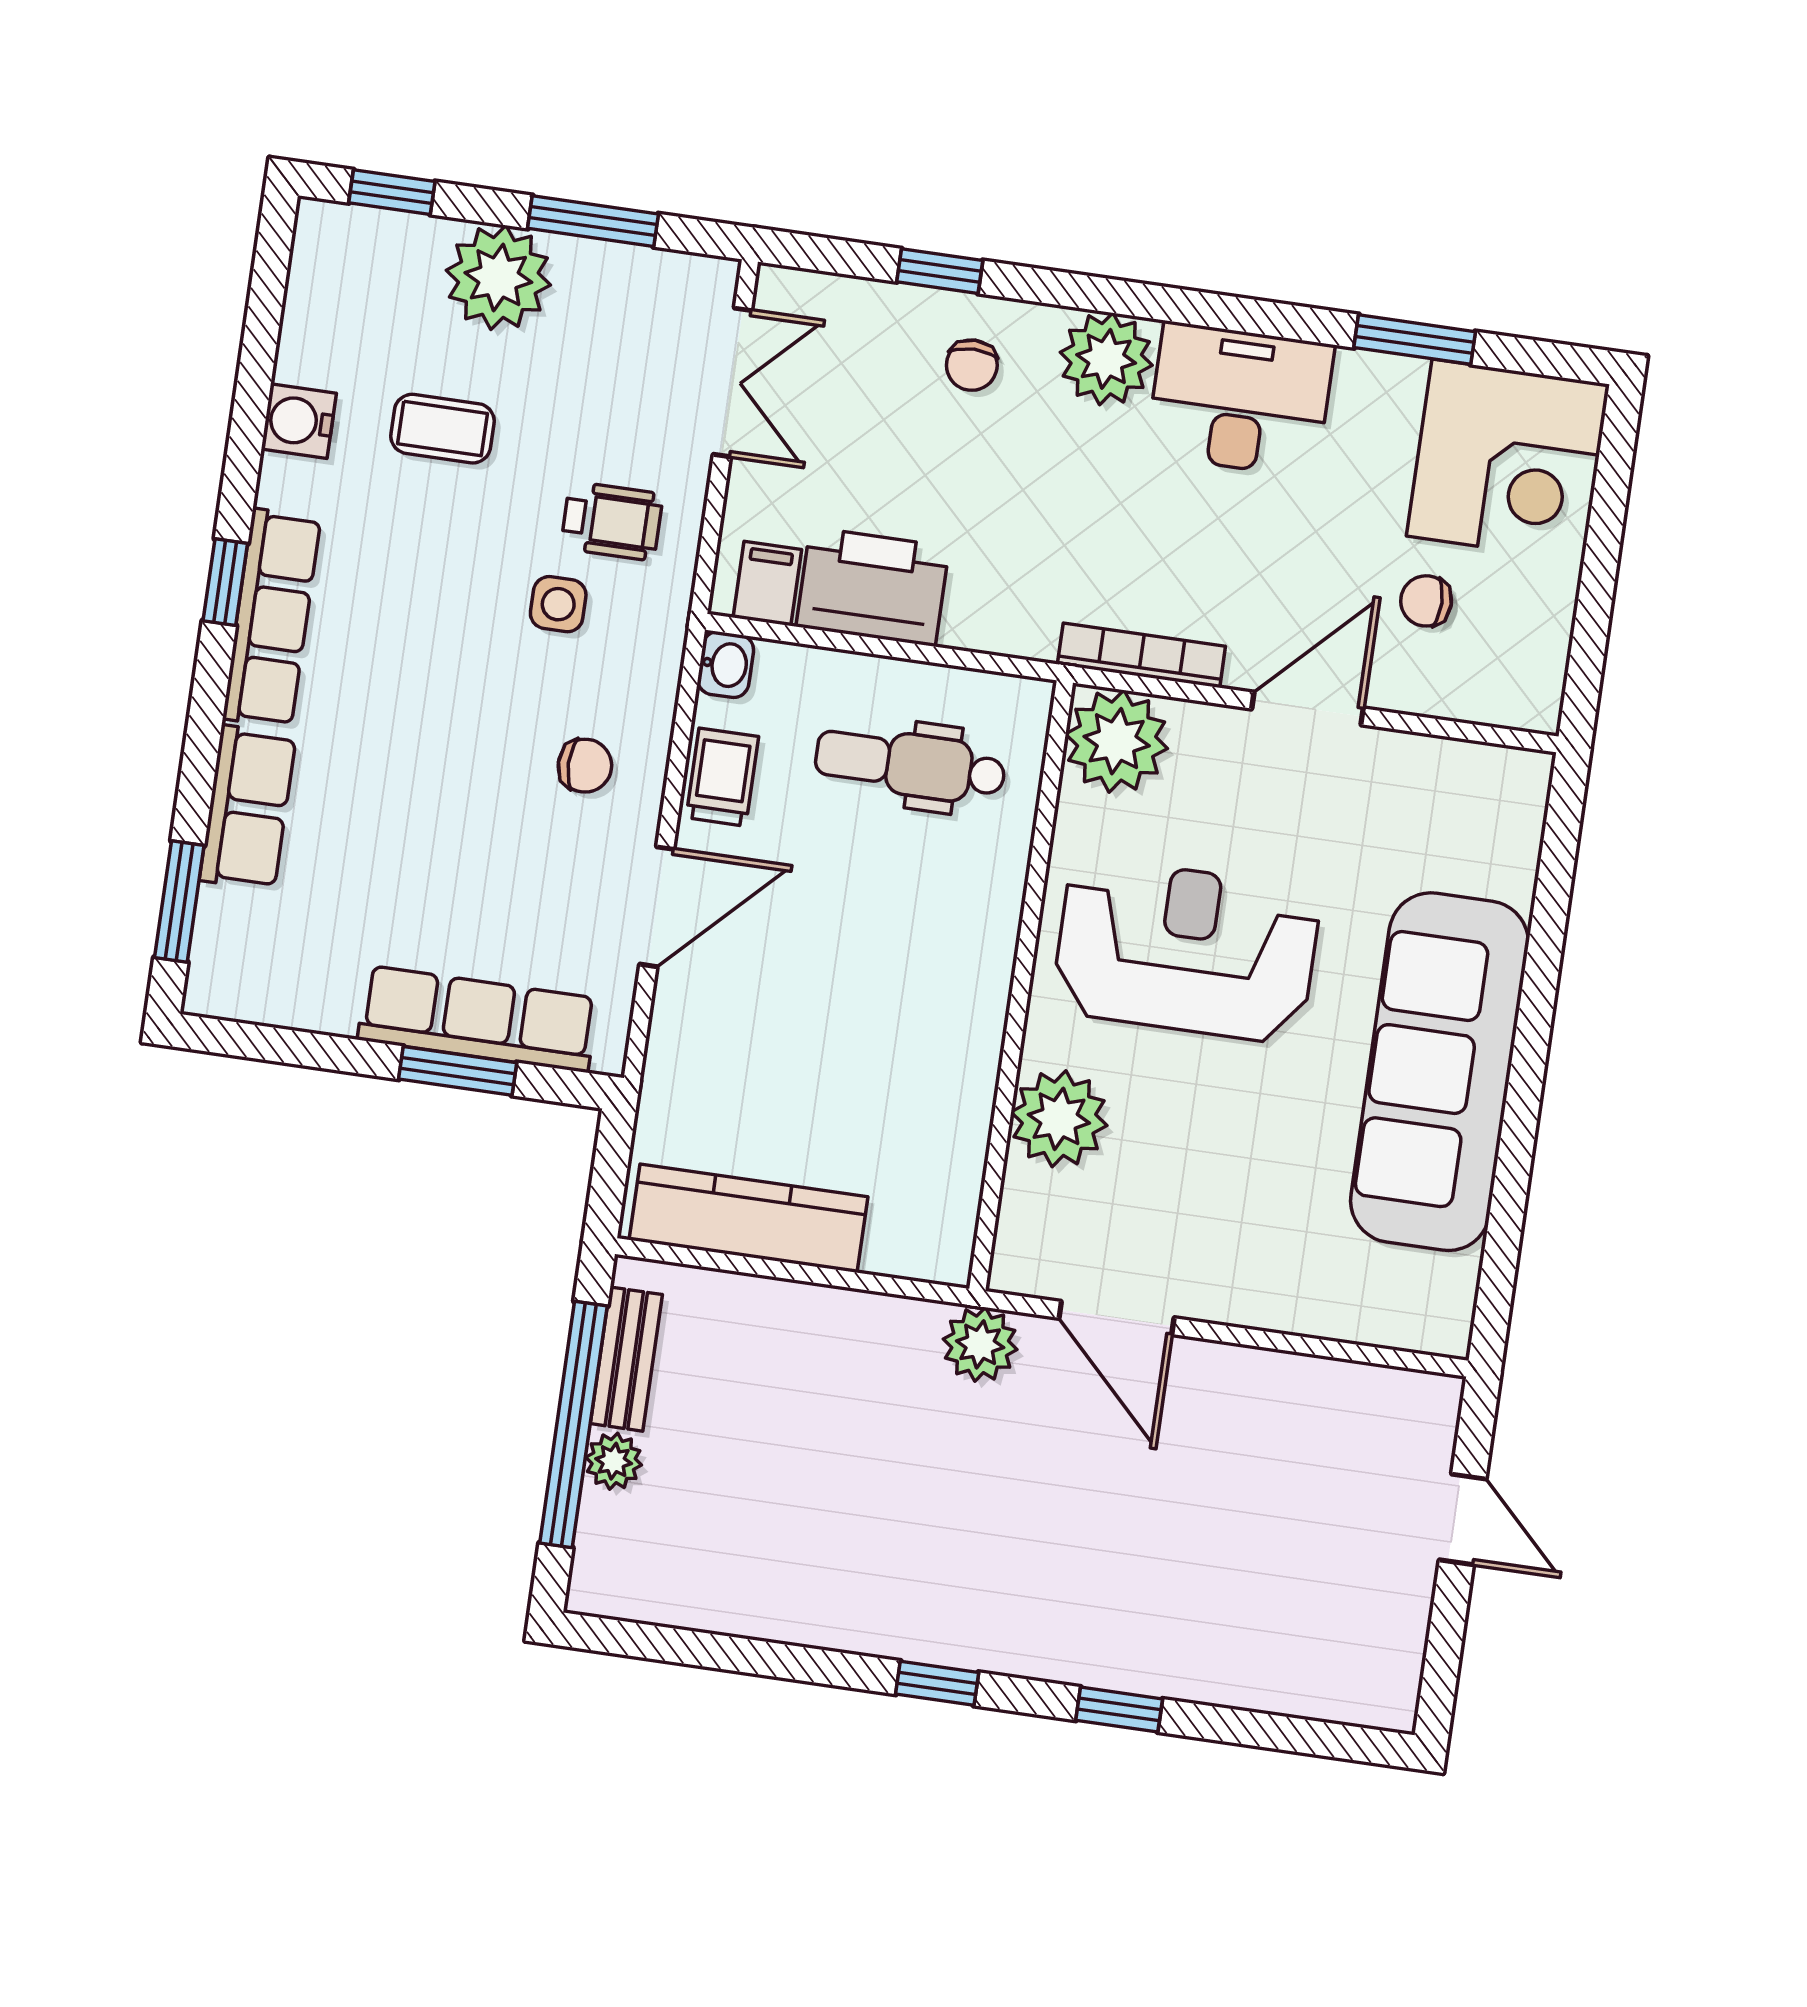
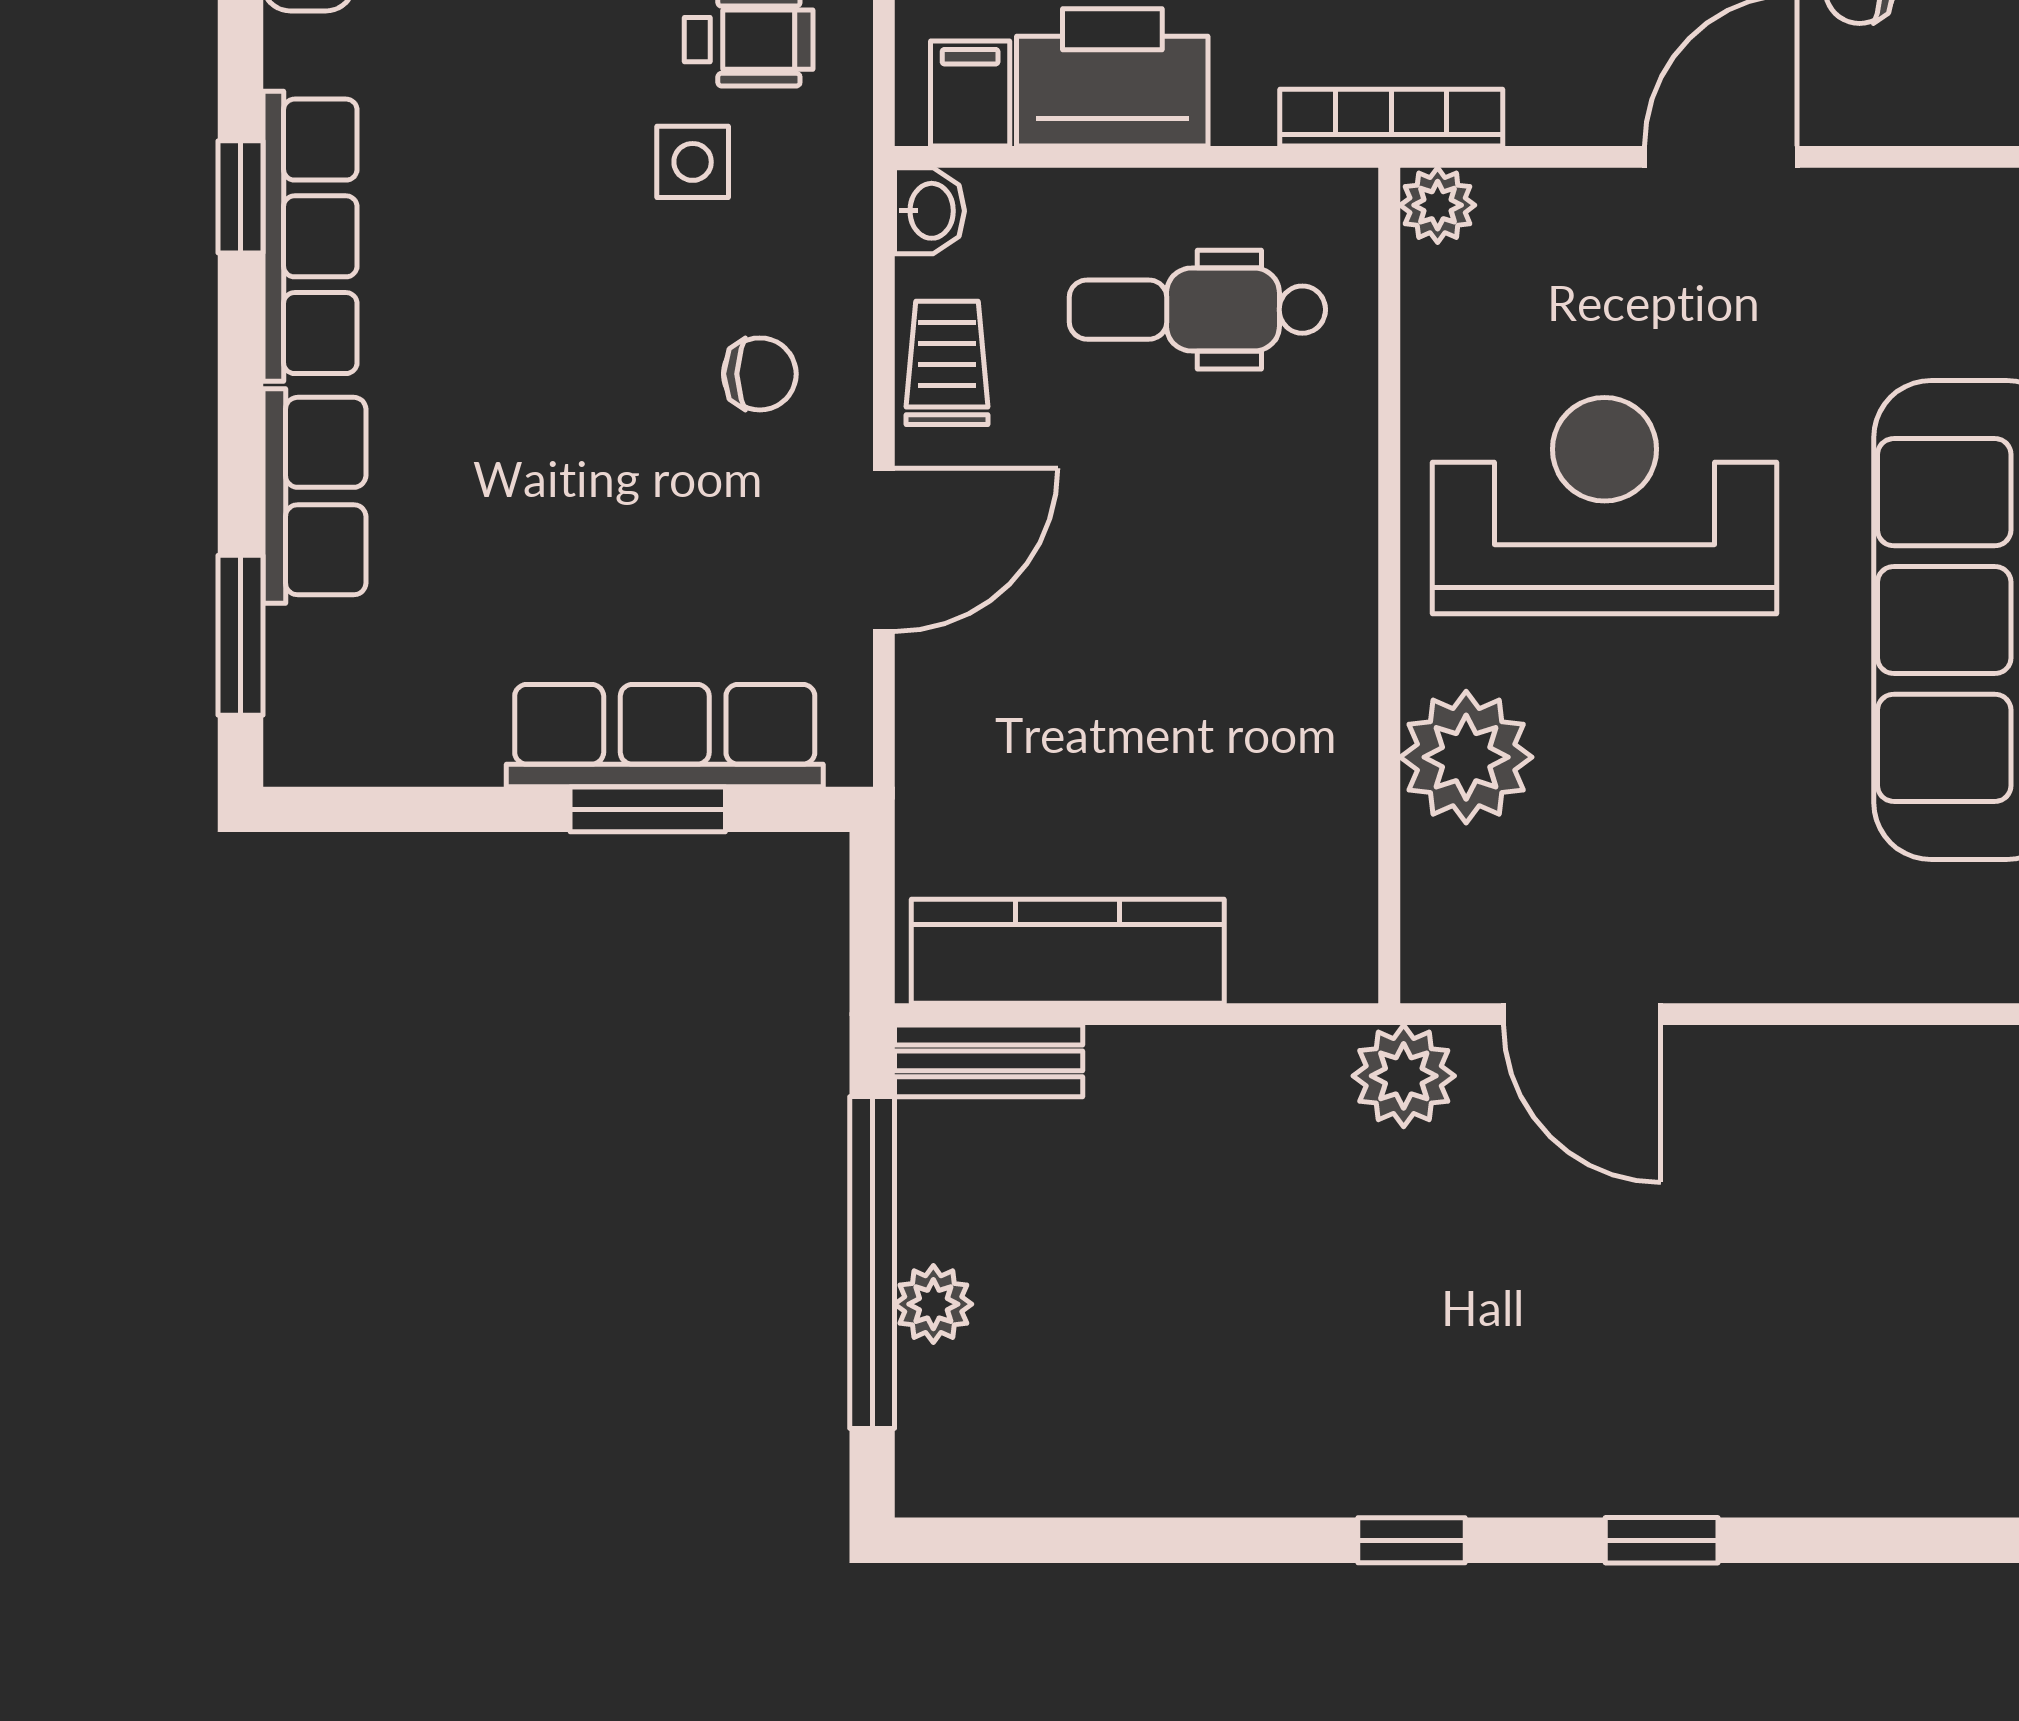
bookcase: (1141, 655) -> (1391, 118), moved
plant: (1117, 741) -> (1438, 205), width x0.53, depth x0.53
bench: (626, 1359) -> (989, 1061), moved, turned 90

